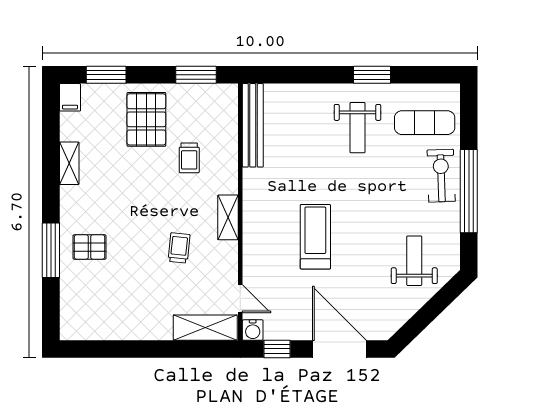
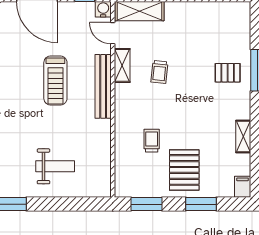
window: (106, 75) -> (201, 204), moved
bench: (253, 125) -> (103, 86), moved
weight bench: (357, 128) -> (55, 166), moved, turned 90
shelving: (228, 217) -> (122, 65), moved

